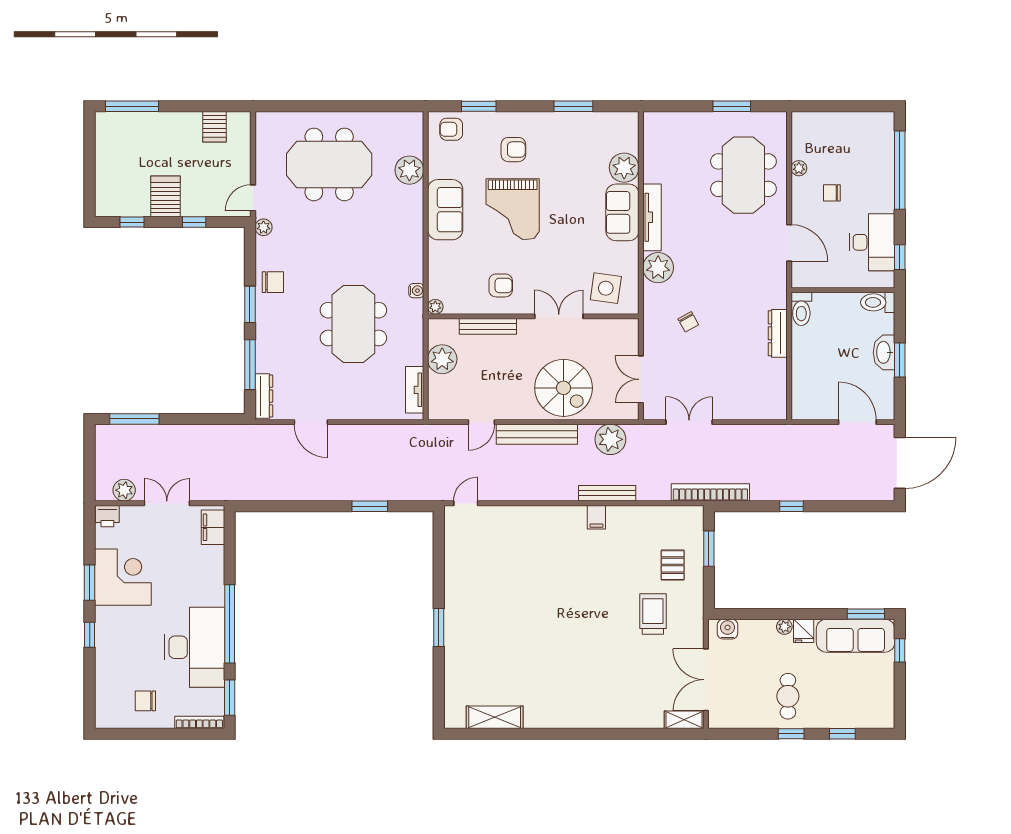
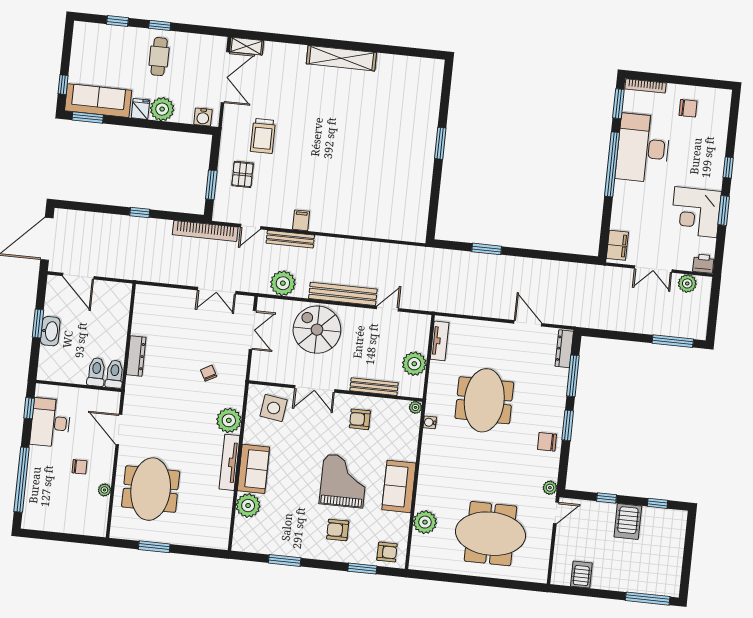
toilet: (878, 302) -> (96, 372), moved, turned -90
door: (466, 503) -> (251, 227), moved
plant: (784, 627) -> (162, 109), width x1.87, depth x1.87
shelving: (495, 717) -> (341, 58), moved, width x1.47

